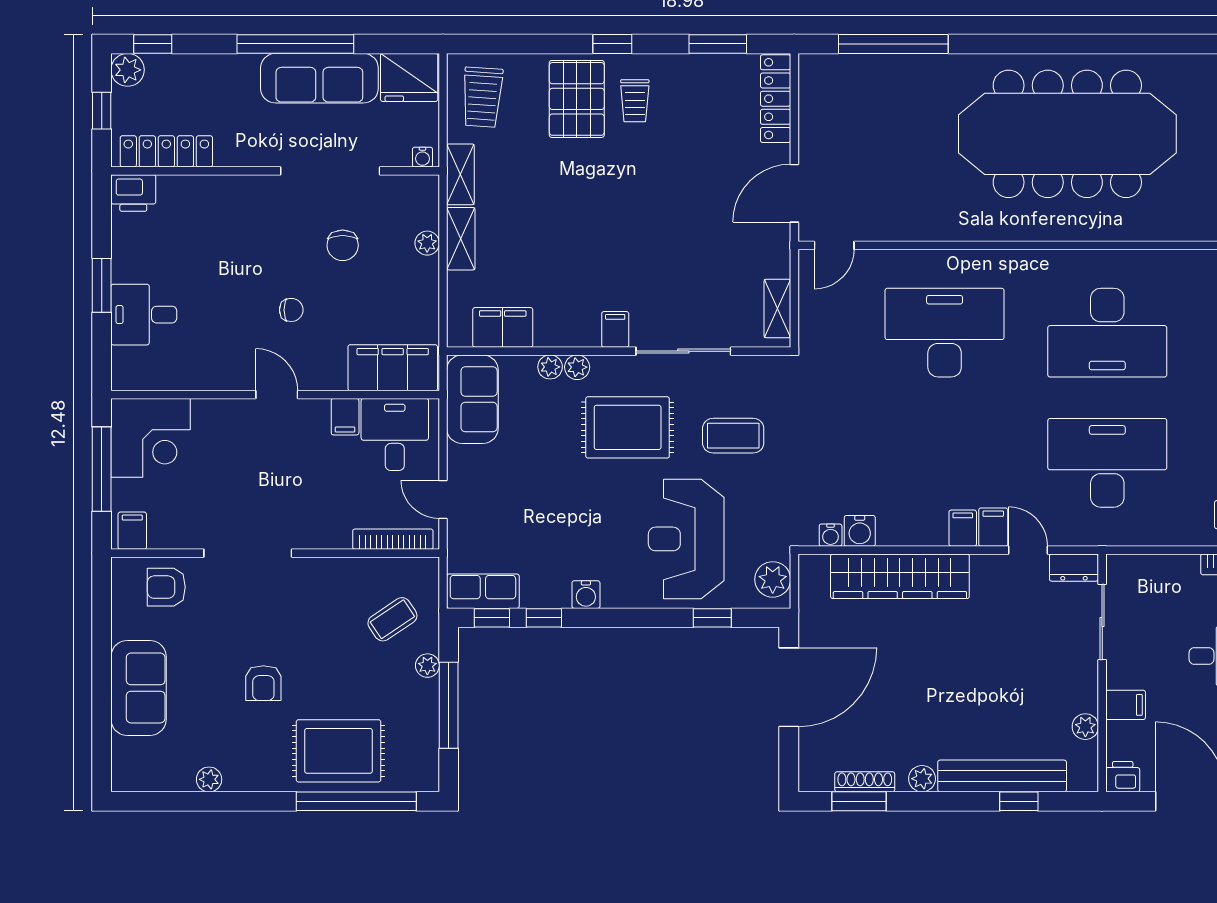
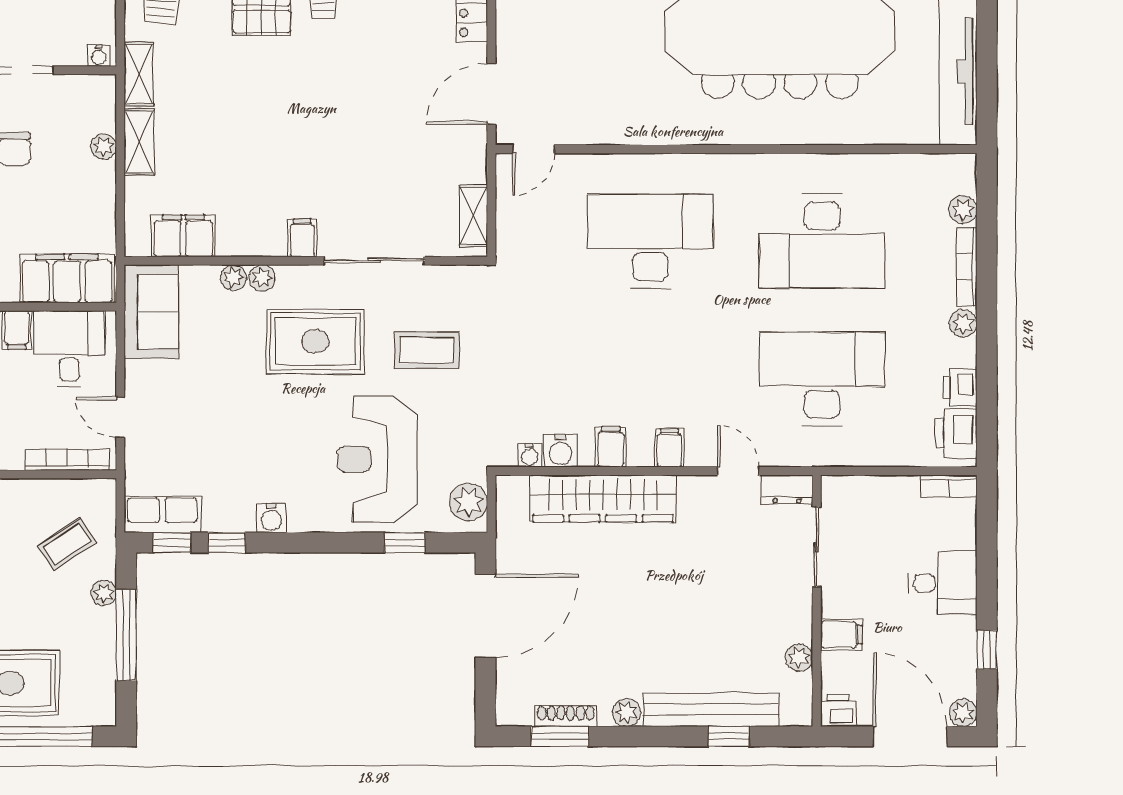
filing cabinet: (993, 527) -> (611, 447), moved

